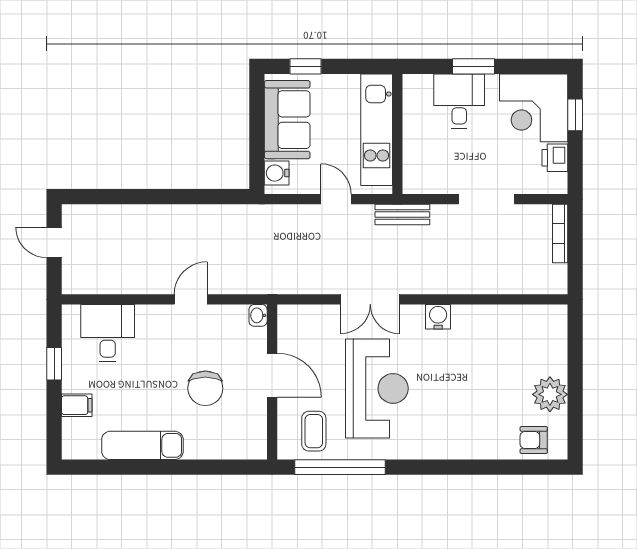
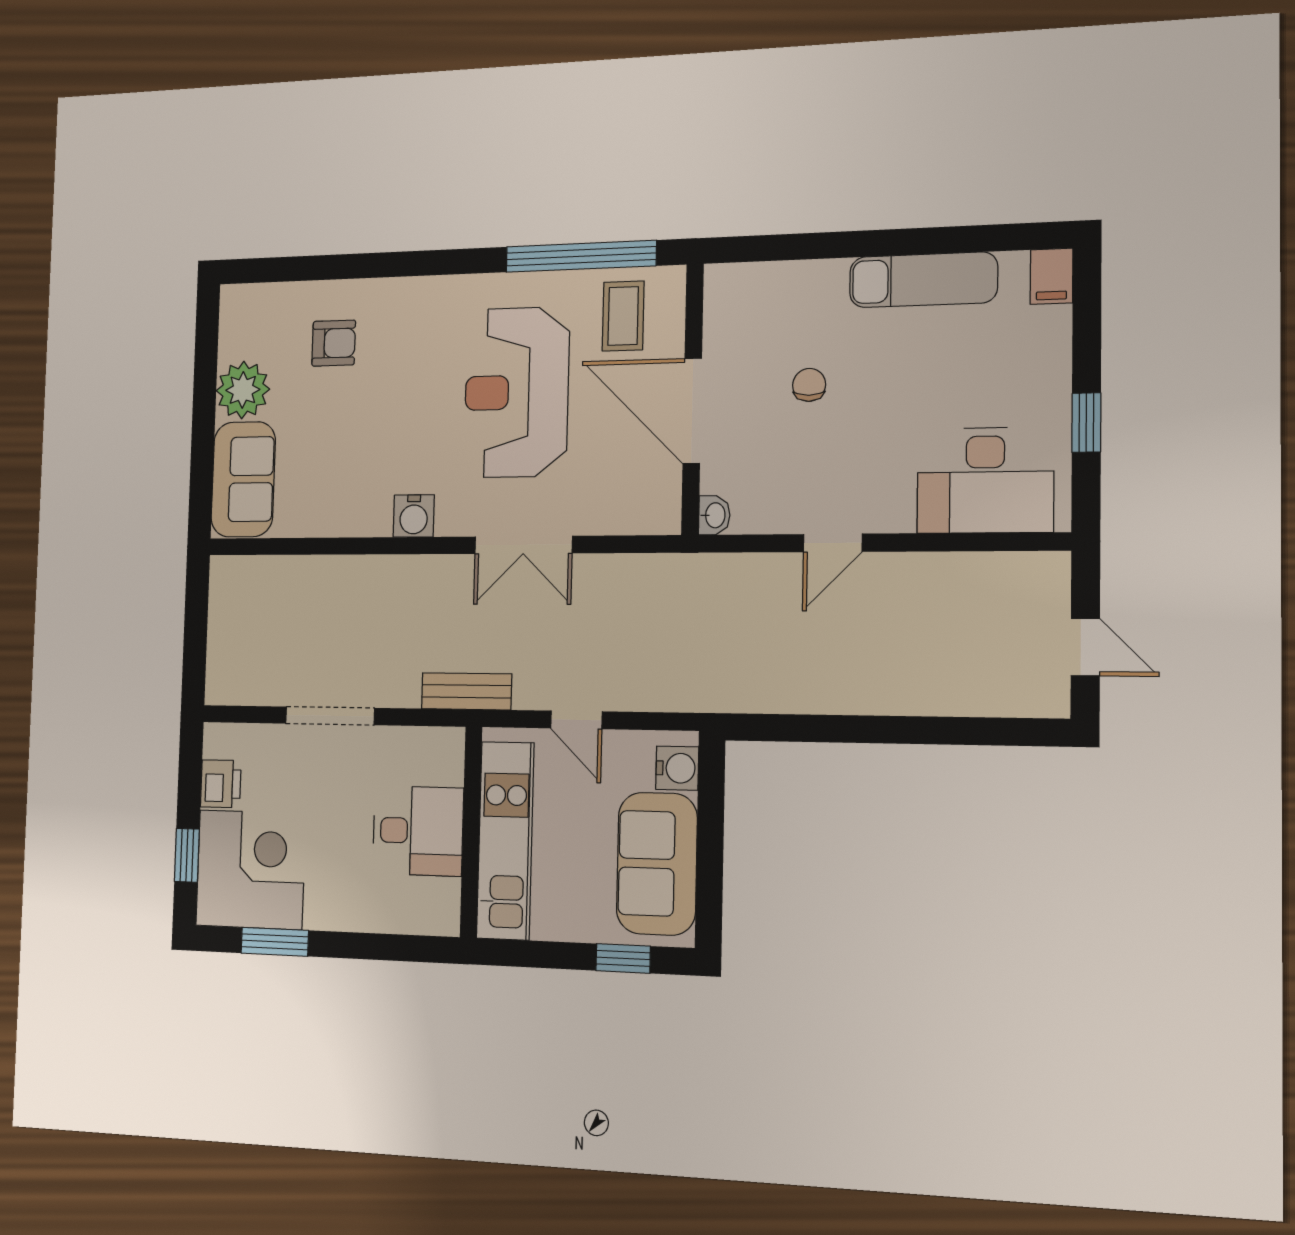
window: (473, 66) -> (275, 942), moved
desk: (459, 101) -> (418, 831), moved, turned -90
bookcase: (560, 233) -> (217, 656), removed
double door: (370, 299) -> (523, 545), swing flipped
desk: (108, 333) -> (985, 480), width x1.37
sofa: (548, 340) -> (243, 479), added
door: (272, 375) -> (692, 411), width x1.36
chair: (205, 388) -> (809, 385), width x0.54, depth x0.54
filing cabinet: (77, 405) -> (1052, 276), moved, turned -90
armchair: (534, 440) -> (334, 343), moved

